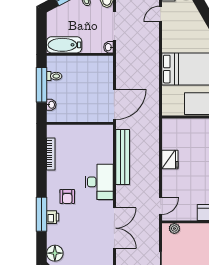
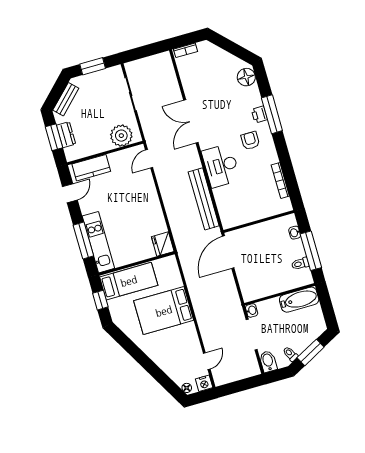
fridge: (170, 159) -> (163, 244), moved
plant: (174, 228) -> (121, 136), width x1.87, depth x1.87

